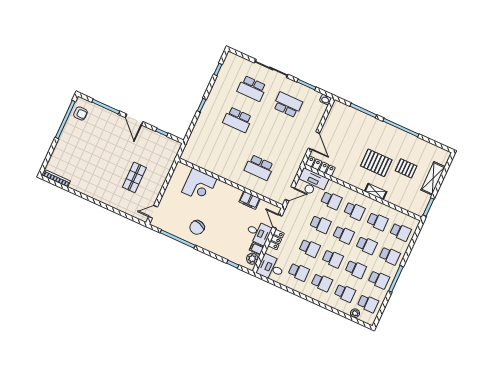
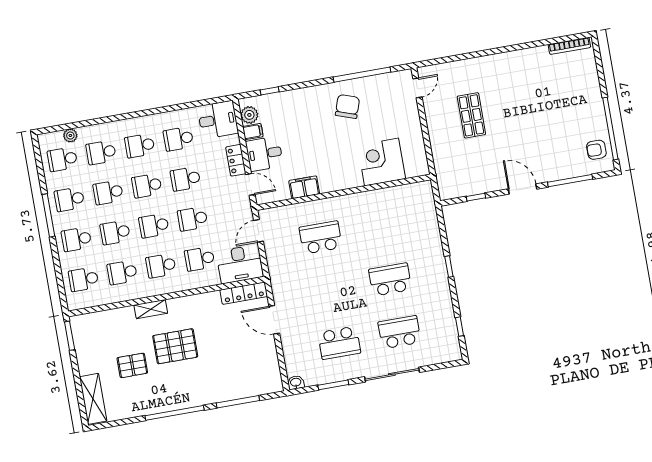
shelving: (433, 178) -> (93, 399), moved

